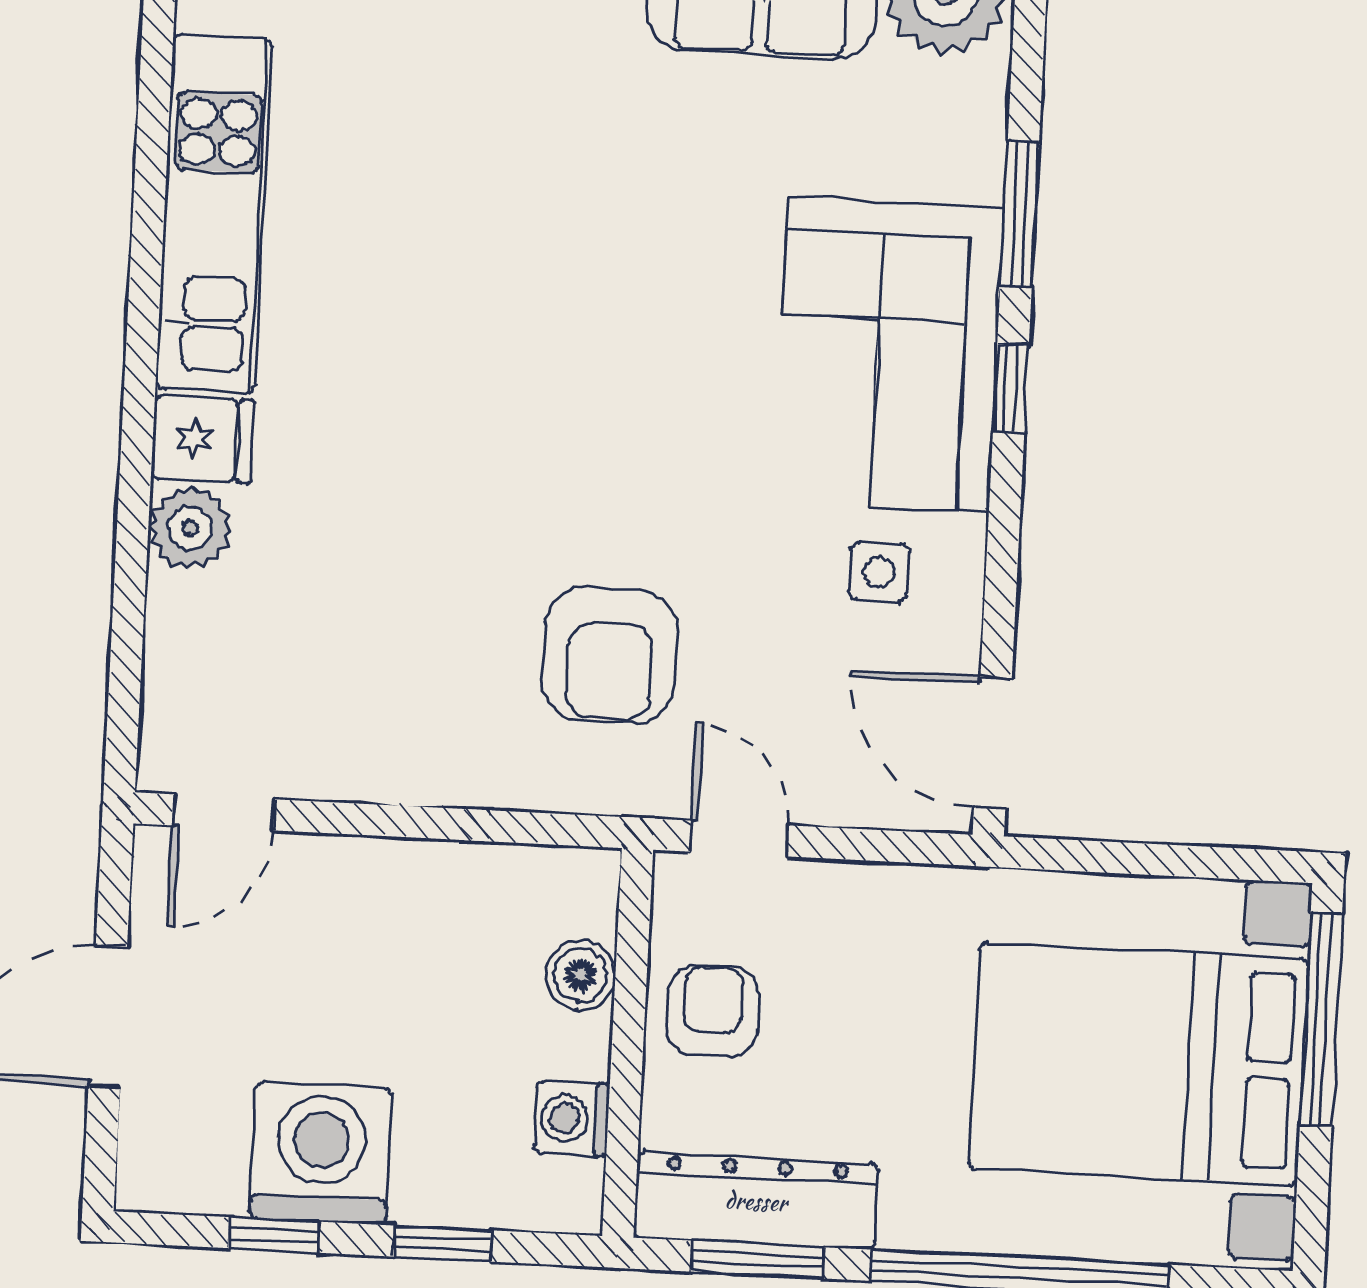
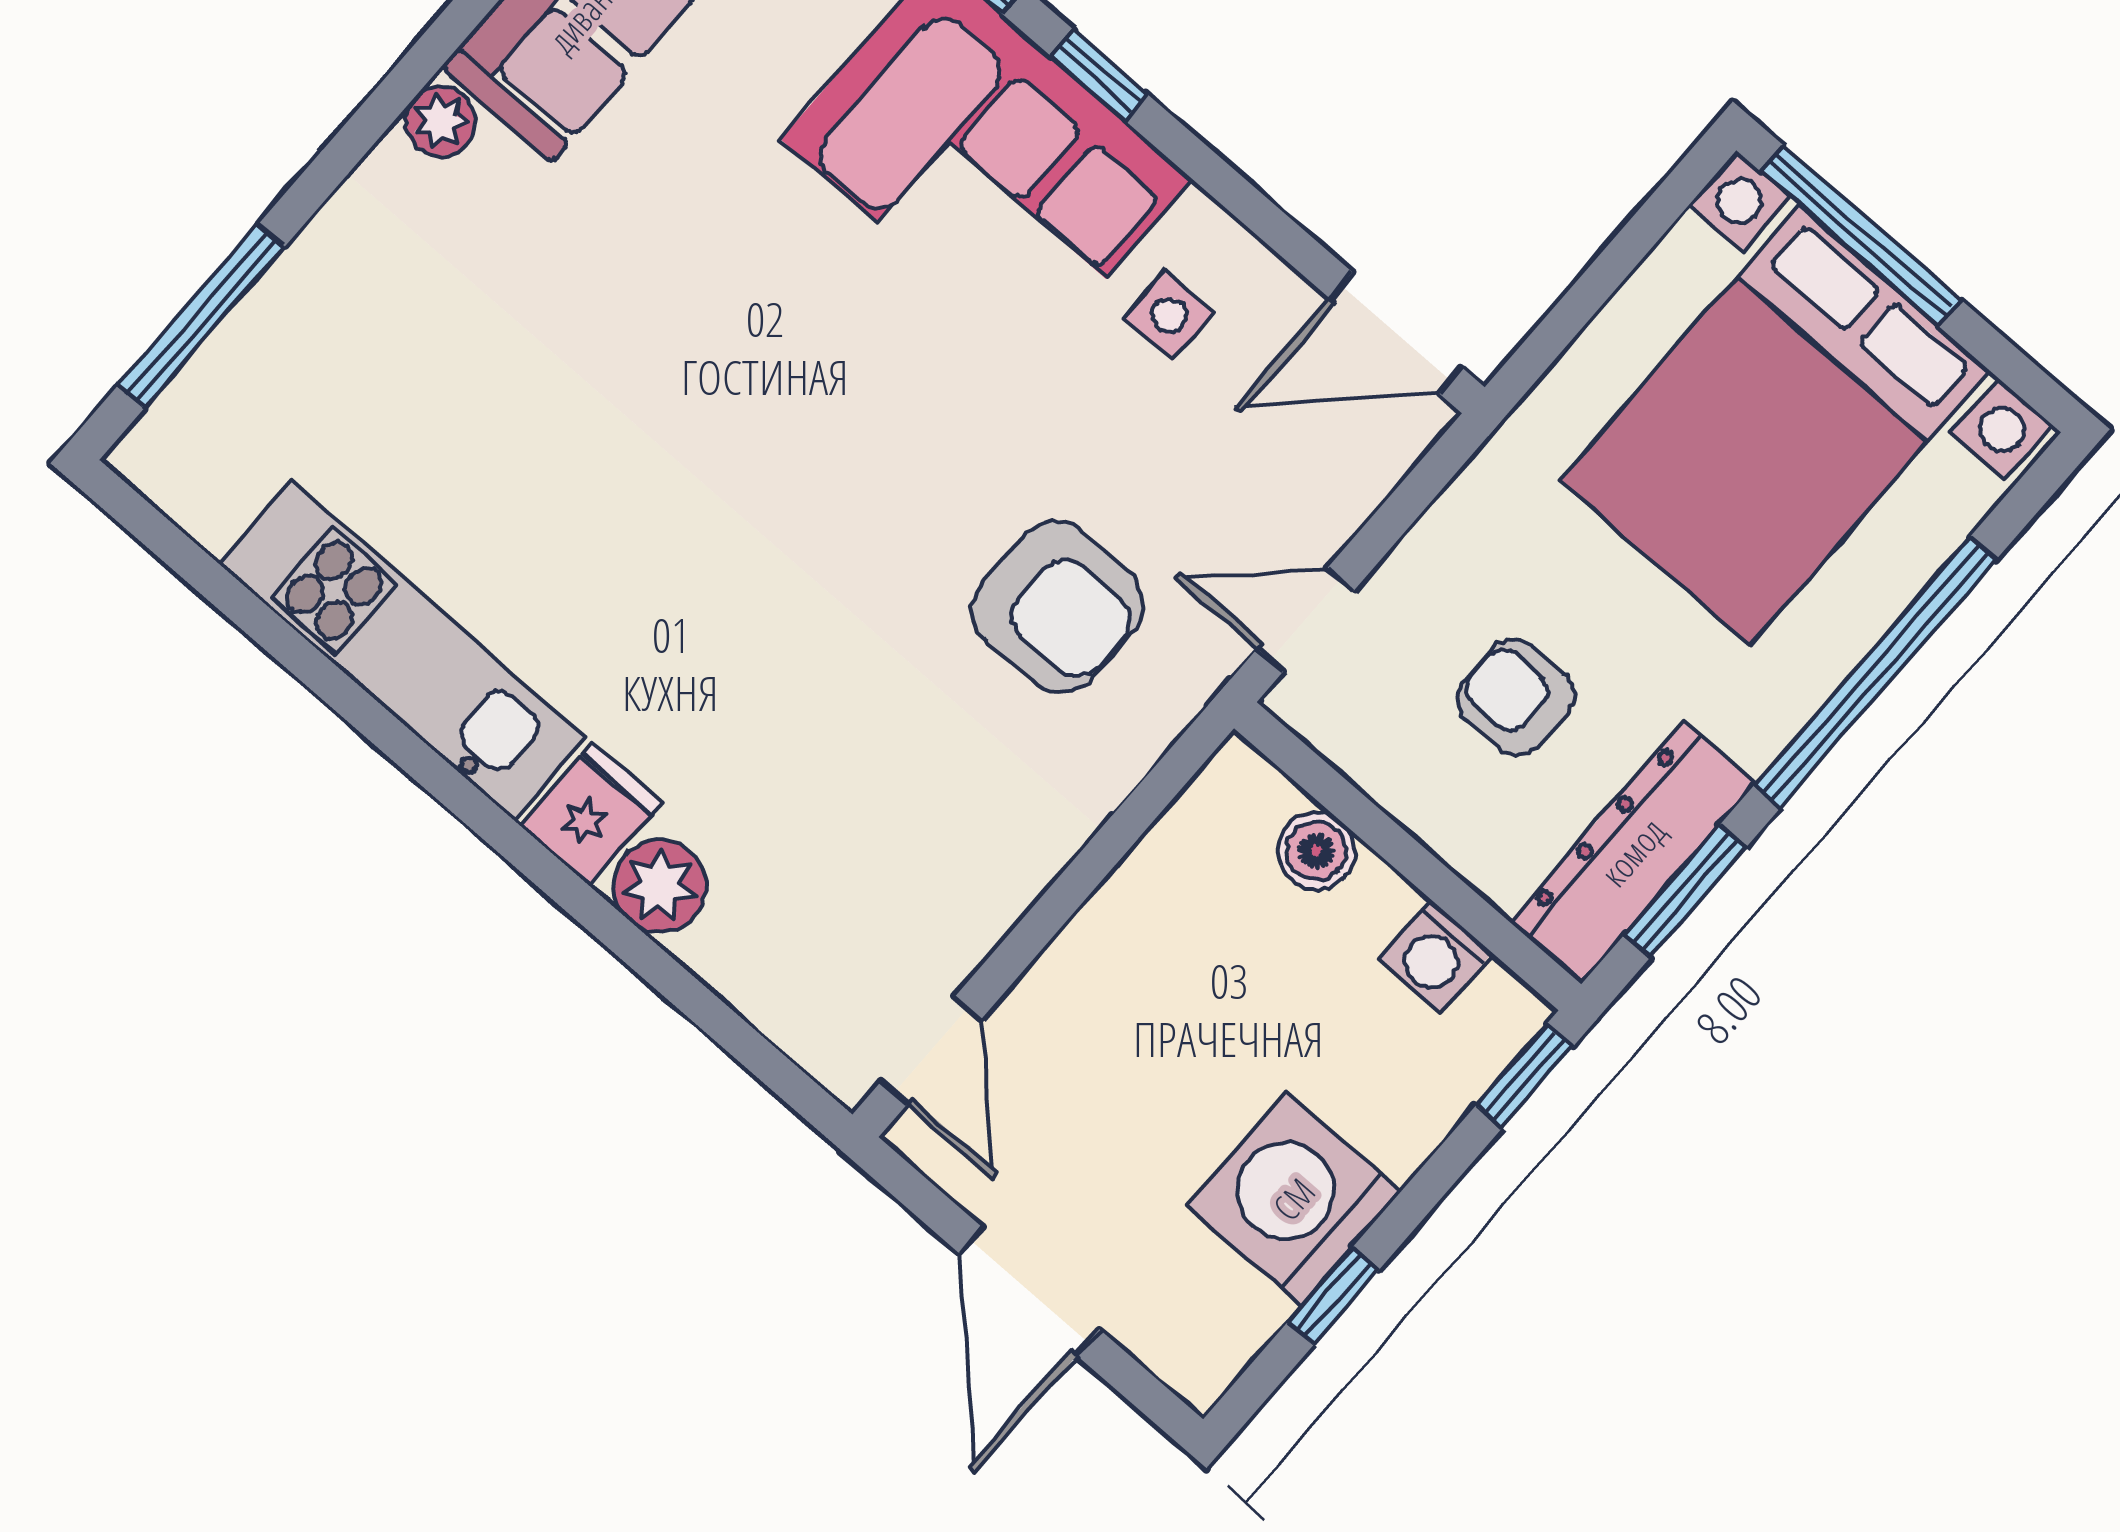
armchair: (713, 1011) -> (1516, 698), moved
window: (443, 1244) -> (1524, 1076), moved

